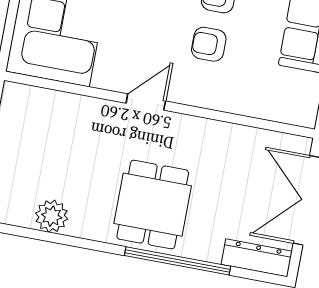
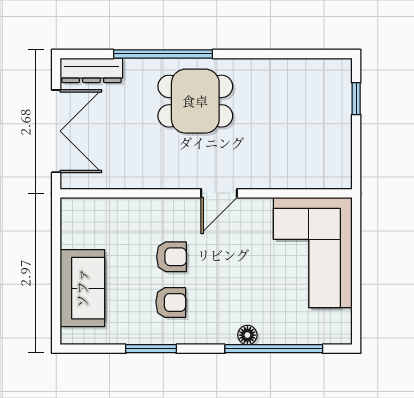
dining table: (153, 205) -> (195, 101), turned 90
plant: (52, 216) -> (285, 73), removed

